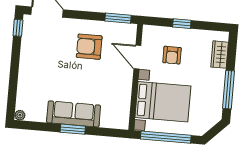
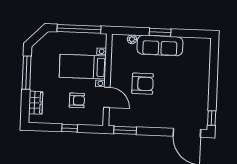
armchair: (89, 47) -> (143, 84), moved
armchair: (172, 55) -> (77, 100), turned 90
bed with nightstands: (163, 102) -> (83, 67), width x0.73
plant: (20, 115) -> (132, 39), moved

